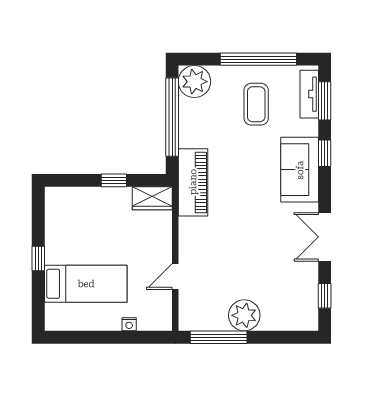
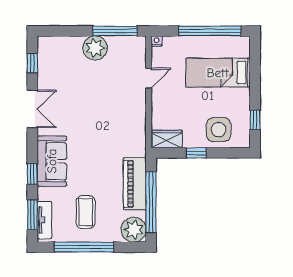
piano: (193, 182) -> (135, 184), moved
side table: (85, 210) -> (219, 130), added
window: (38, 258) -> (255, 120), moved
nightstand: (129, 324) -> (157, 41), moved
window: (96, 337) -> (210, 31), added

